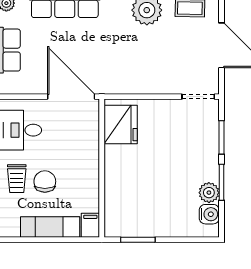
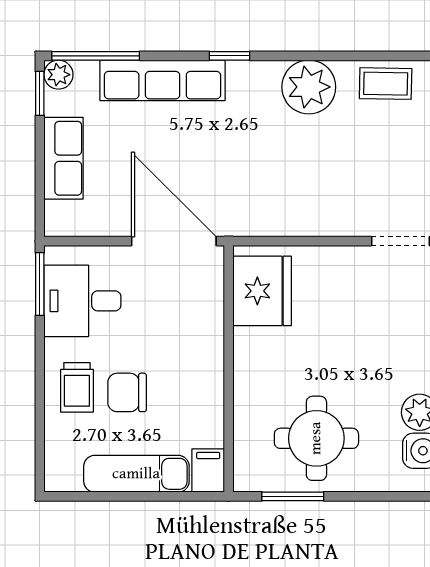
chair: (45, 181) -> (127, 392), turned -90
round table: (151, 207) -> (316, 438), added

